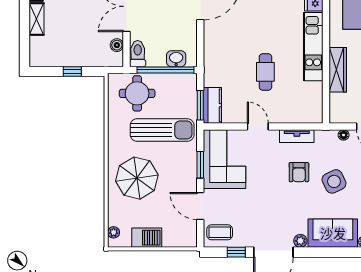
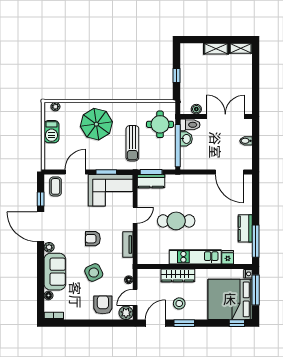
washbasin: (176, 59) -> (186, 139), moved
cafe table: (265, 72) -> (176, 221), width x1.37, depth x1.35
sun lounger: (162, 130) -> (132, 143), width x0.73, depth x0.75
armchair: (299, 172) -> (93, 239), moved

